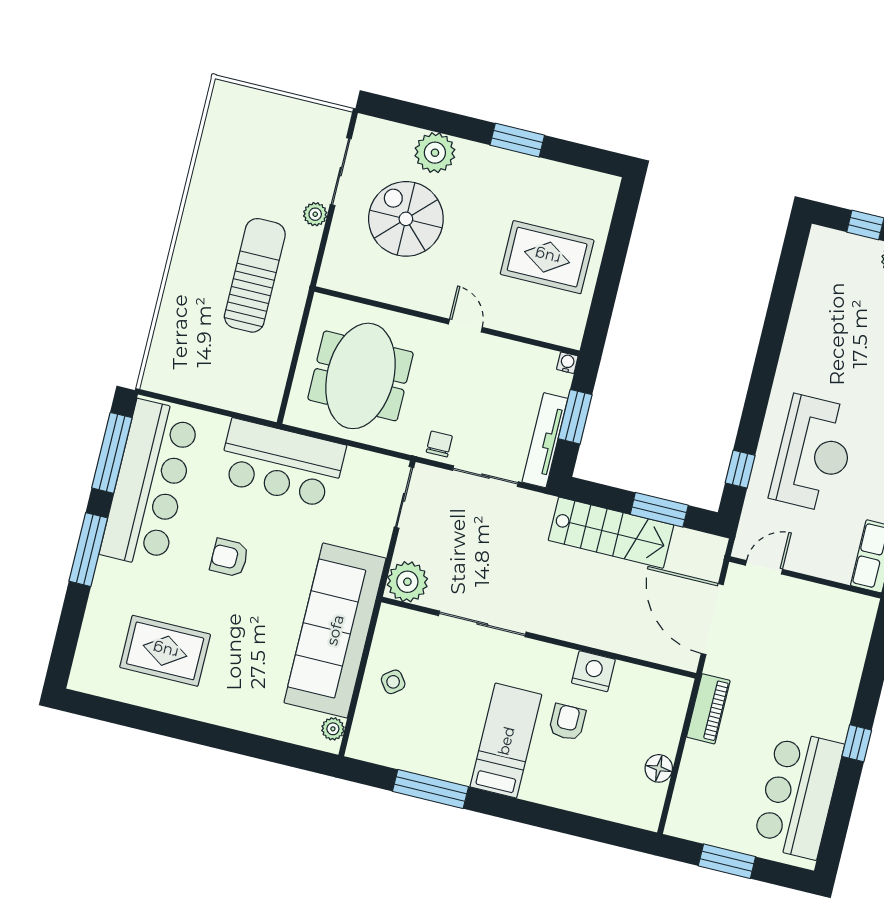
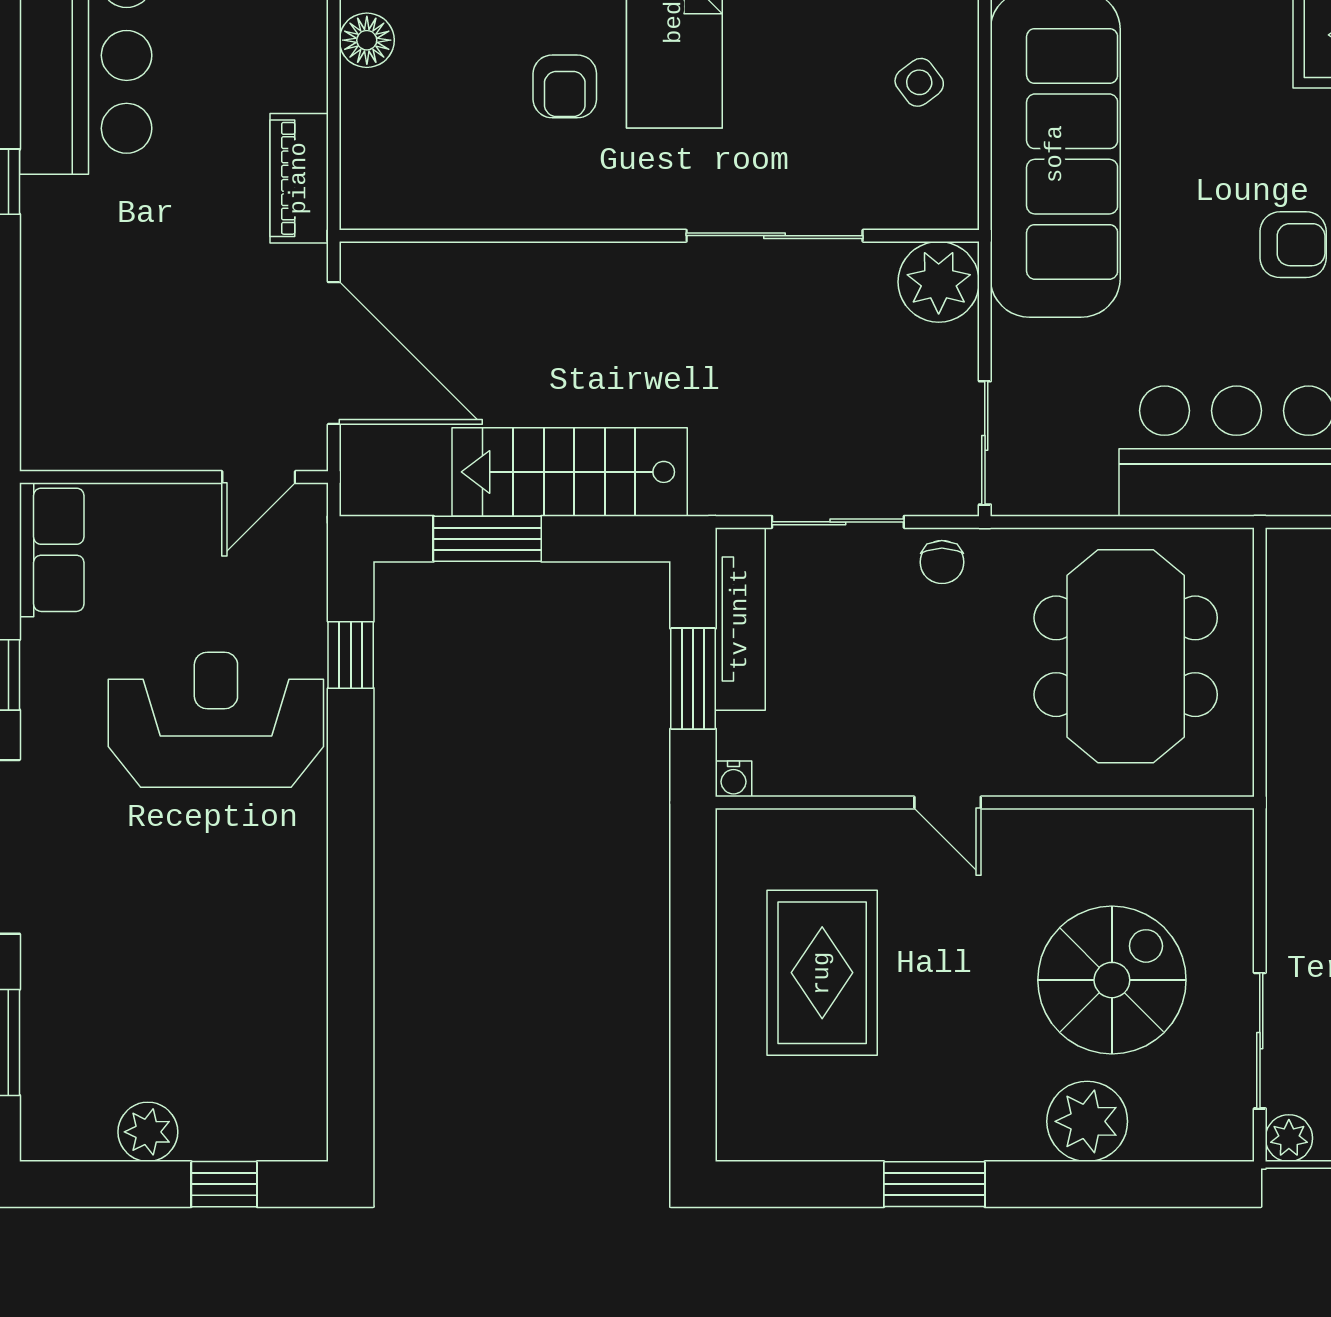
plant: (315, 214) -> (1289, 1138), moved
spiral stairs: (406, 219) -> (1112, 980), turned -90
rug: (547, 257) -> (822, 973), turned 90
reception desk: (814, 454) -> (216, 720), turned 90
nightstand: (593, 671) -> (538, 197), removed

